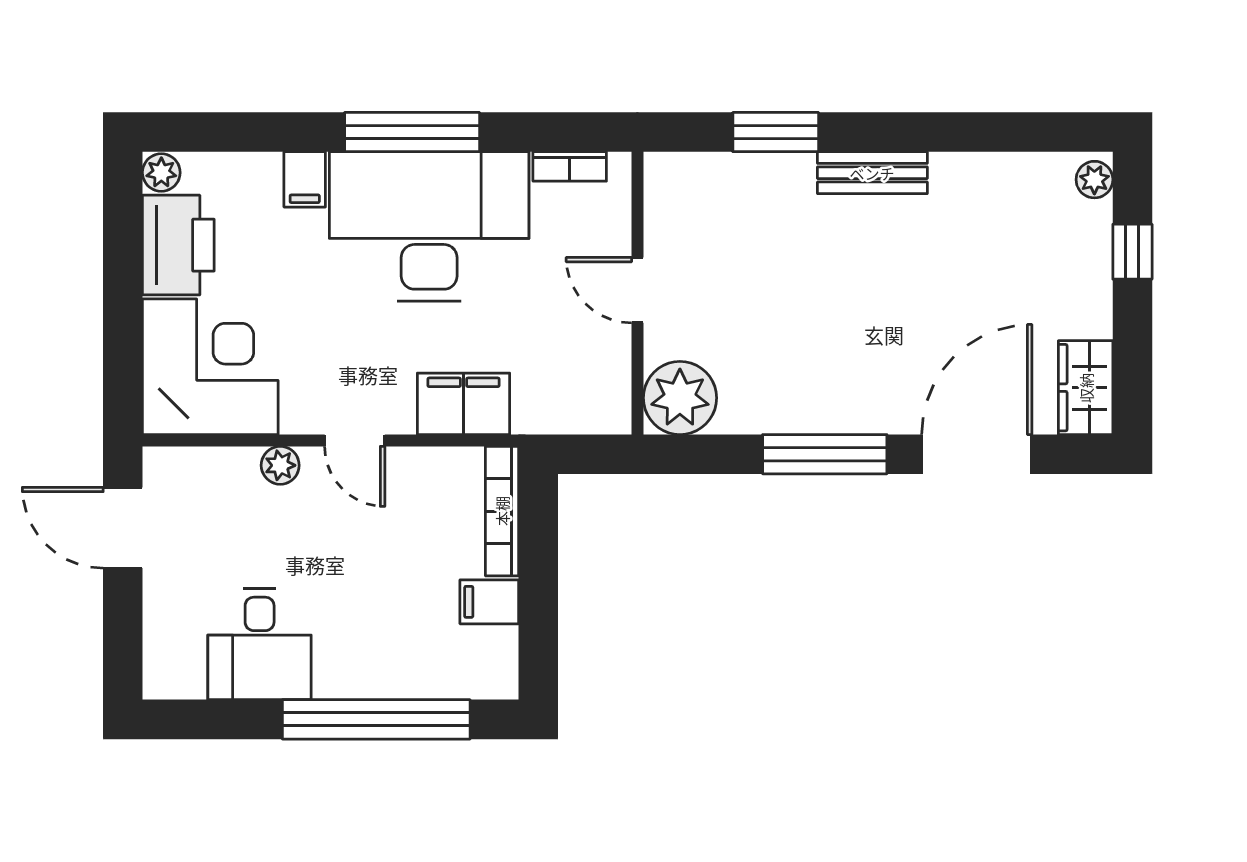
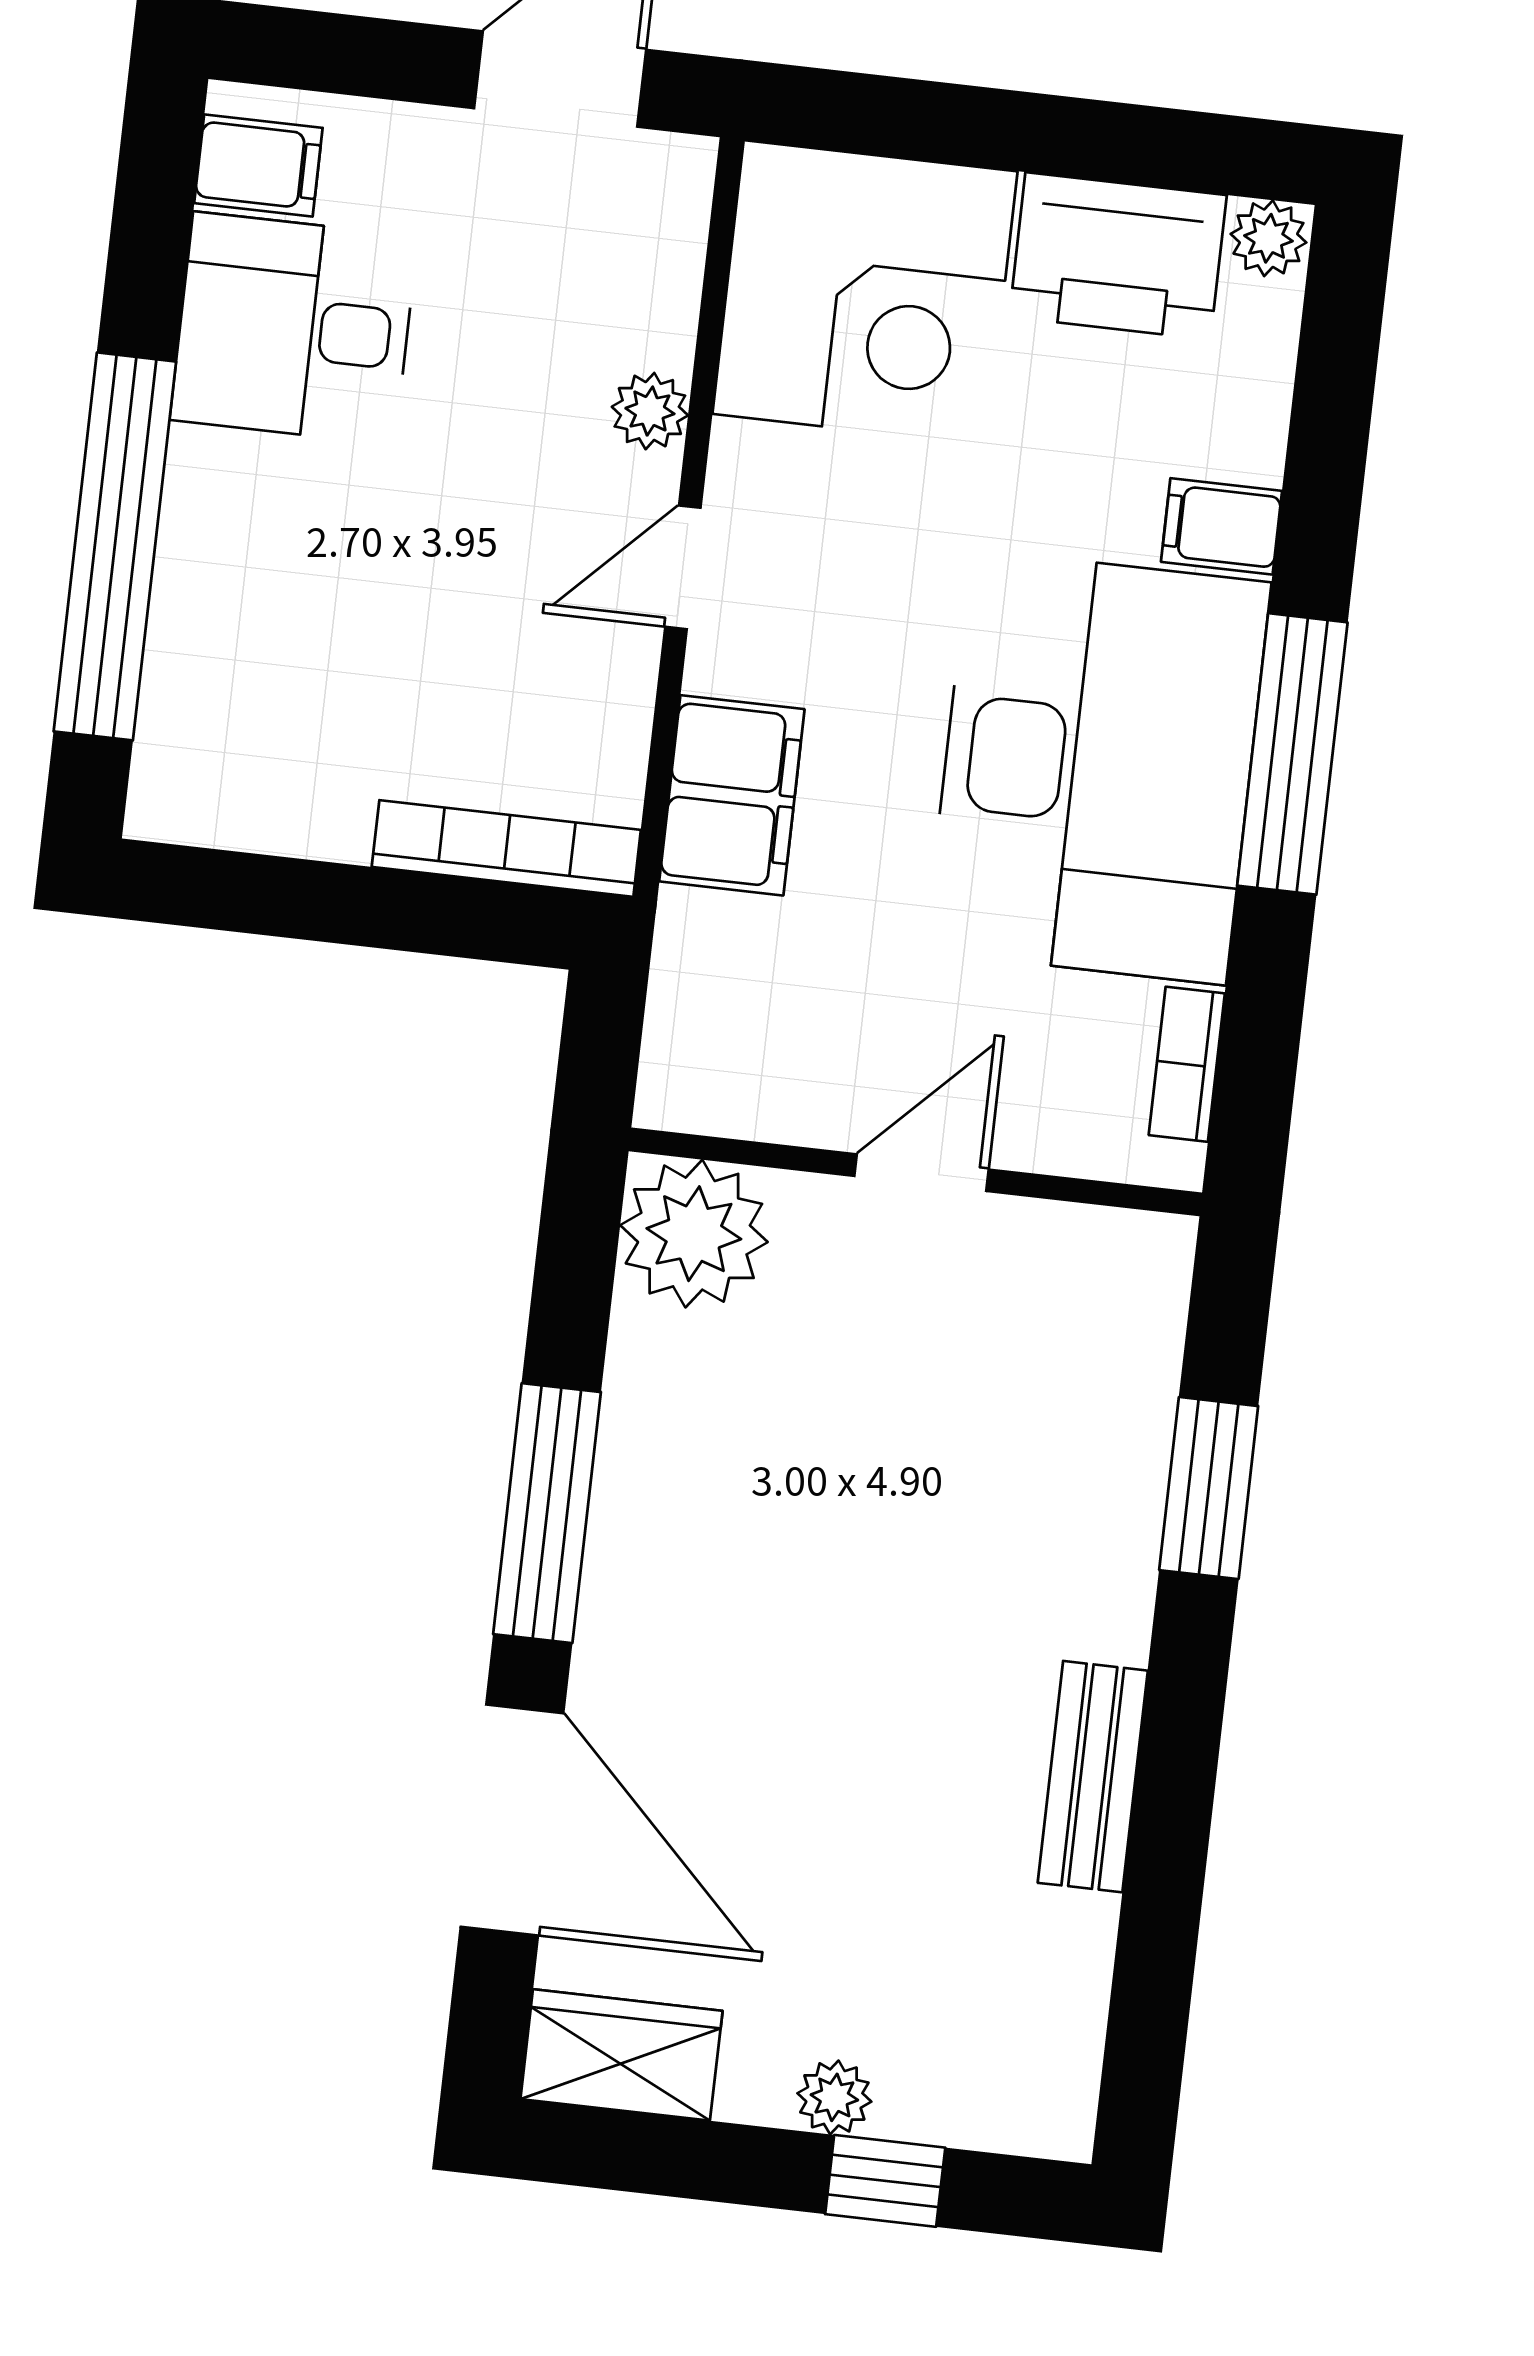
bench: (872, 173) -> (1093, 1777), moved
plant: (1094, 180) -> (834, 2097), moved
filing cabinet: (489, 602) -> (258, 166), moved, turned 90

